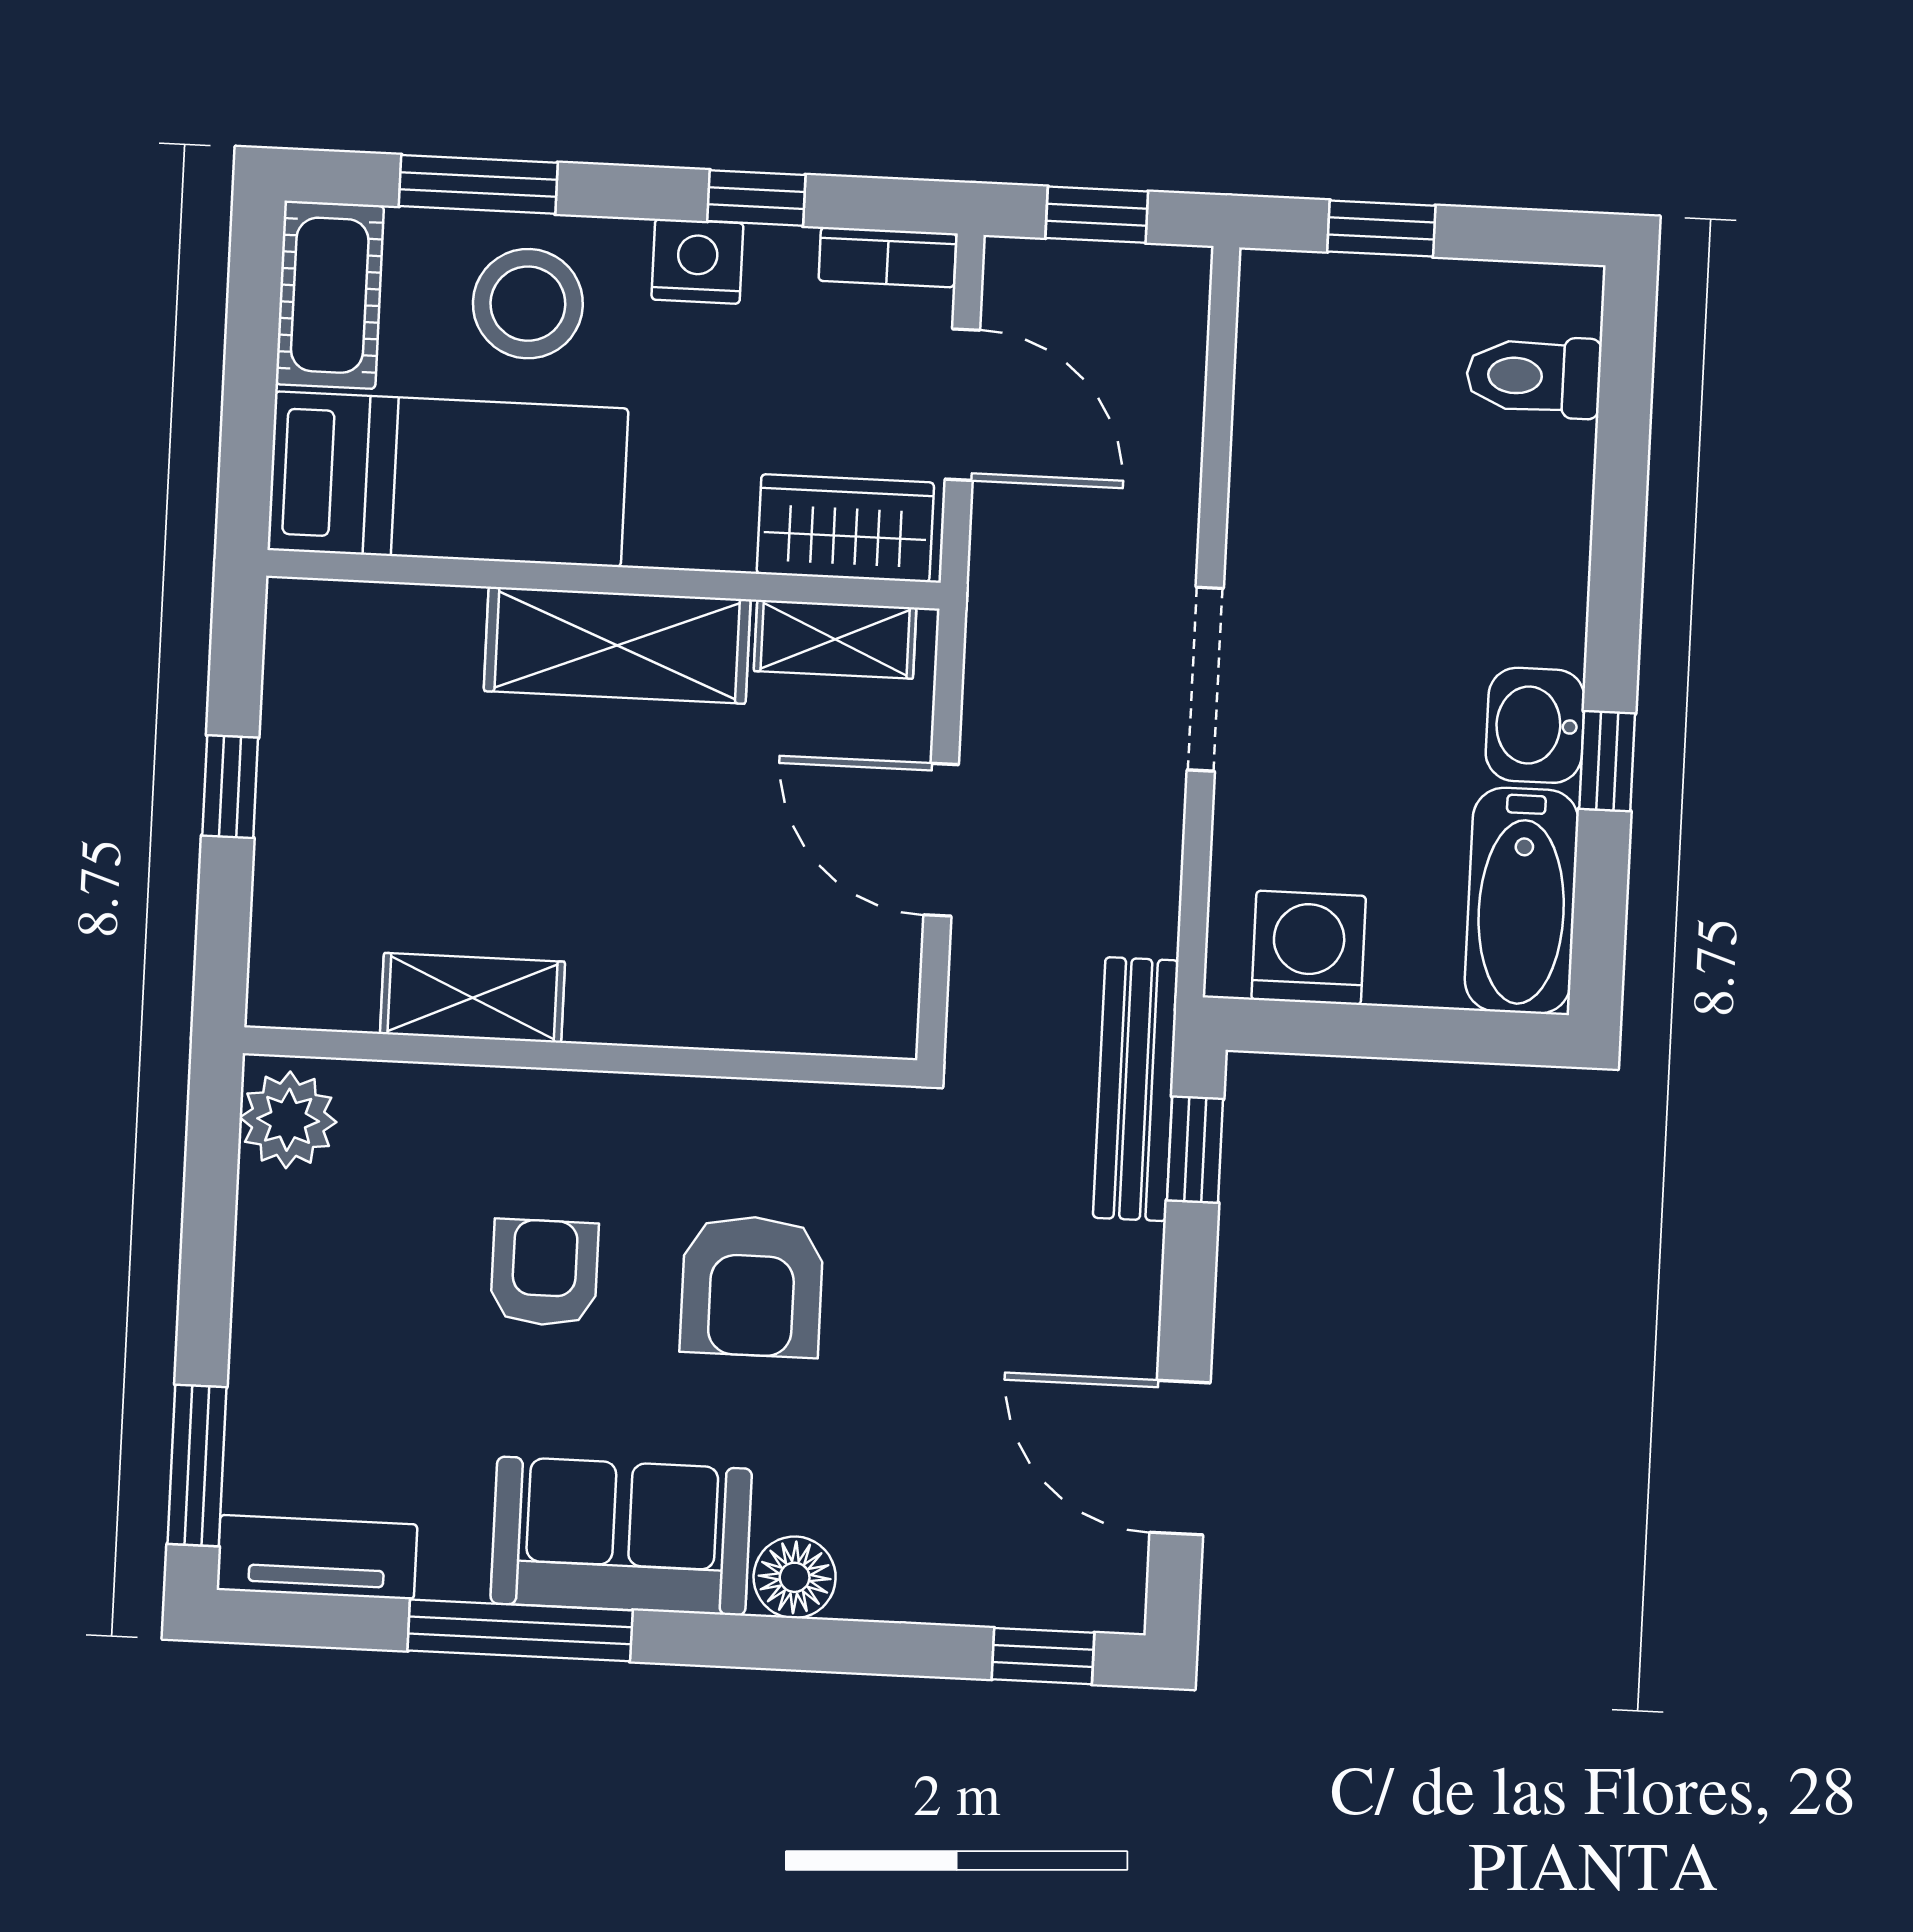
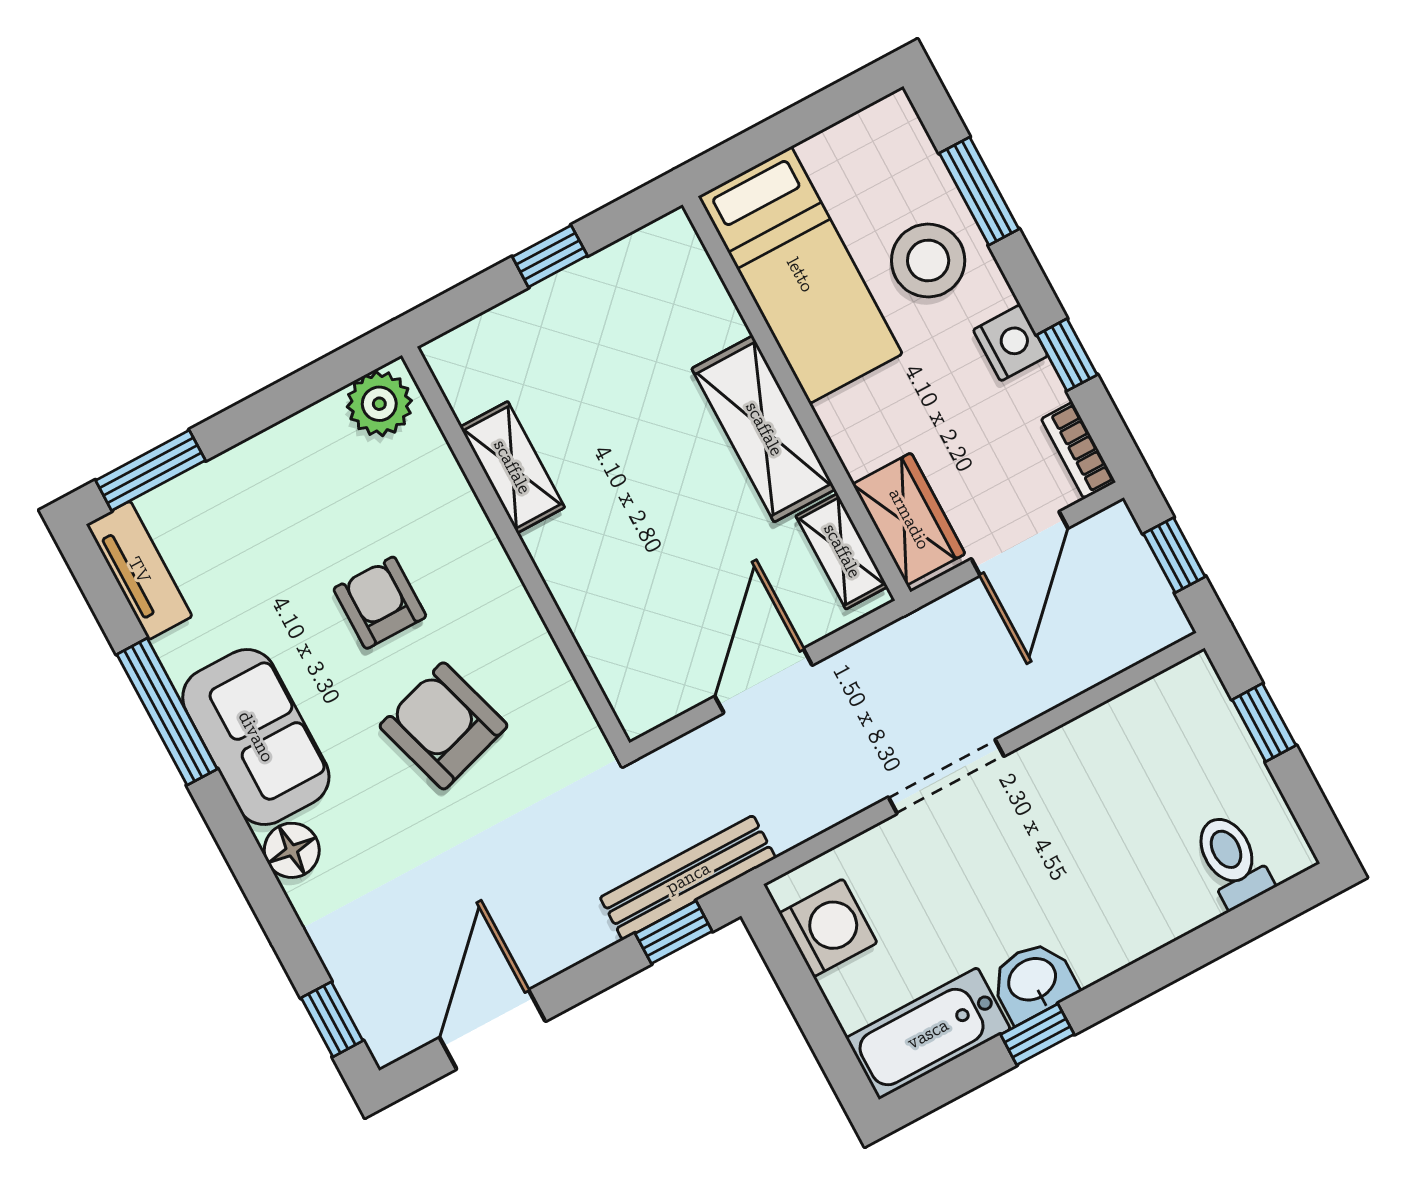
cot: (330, 295) -> (865, 144), removed
armchair: (544, 1273) -> (380, 603), turned -90
armchair: (752, 1286) -> (443, 726), turned 73

